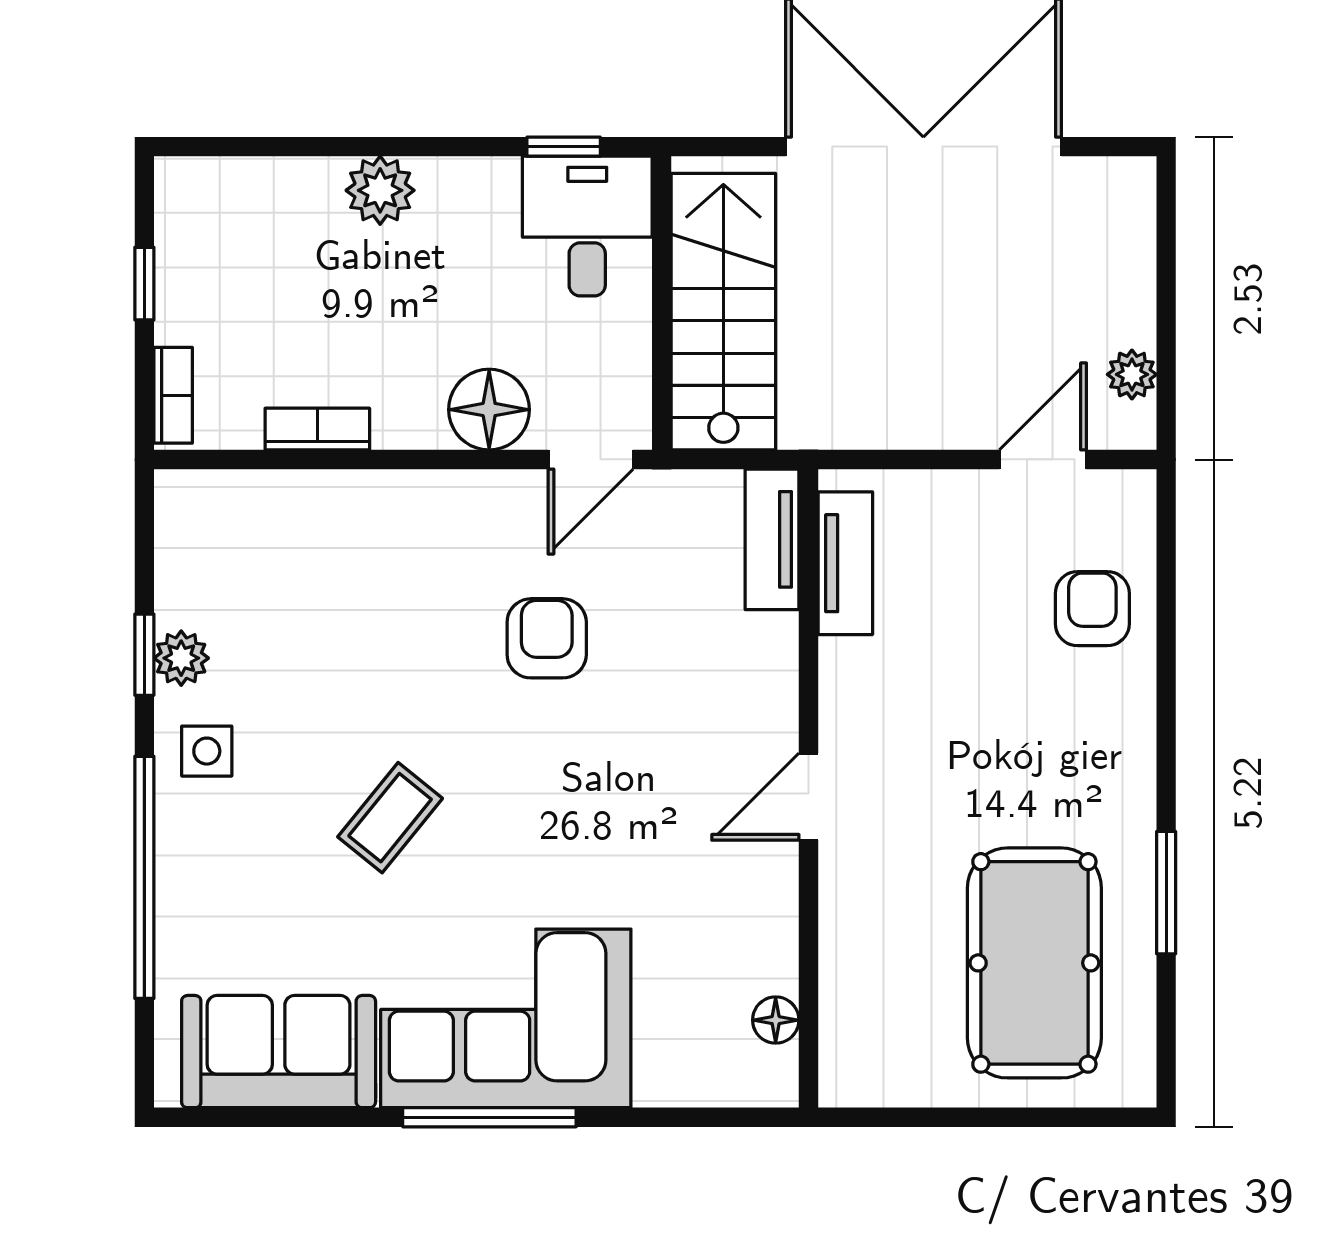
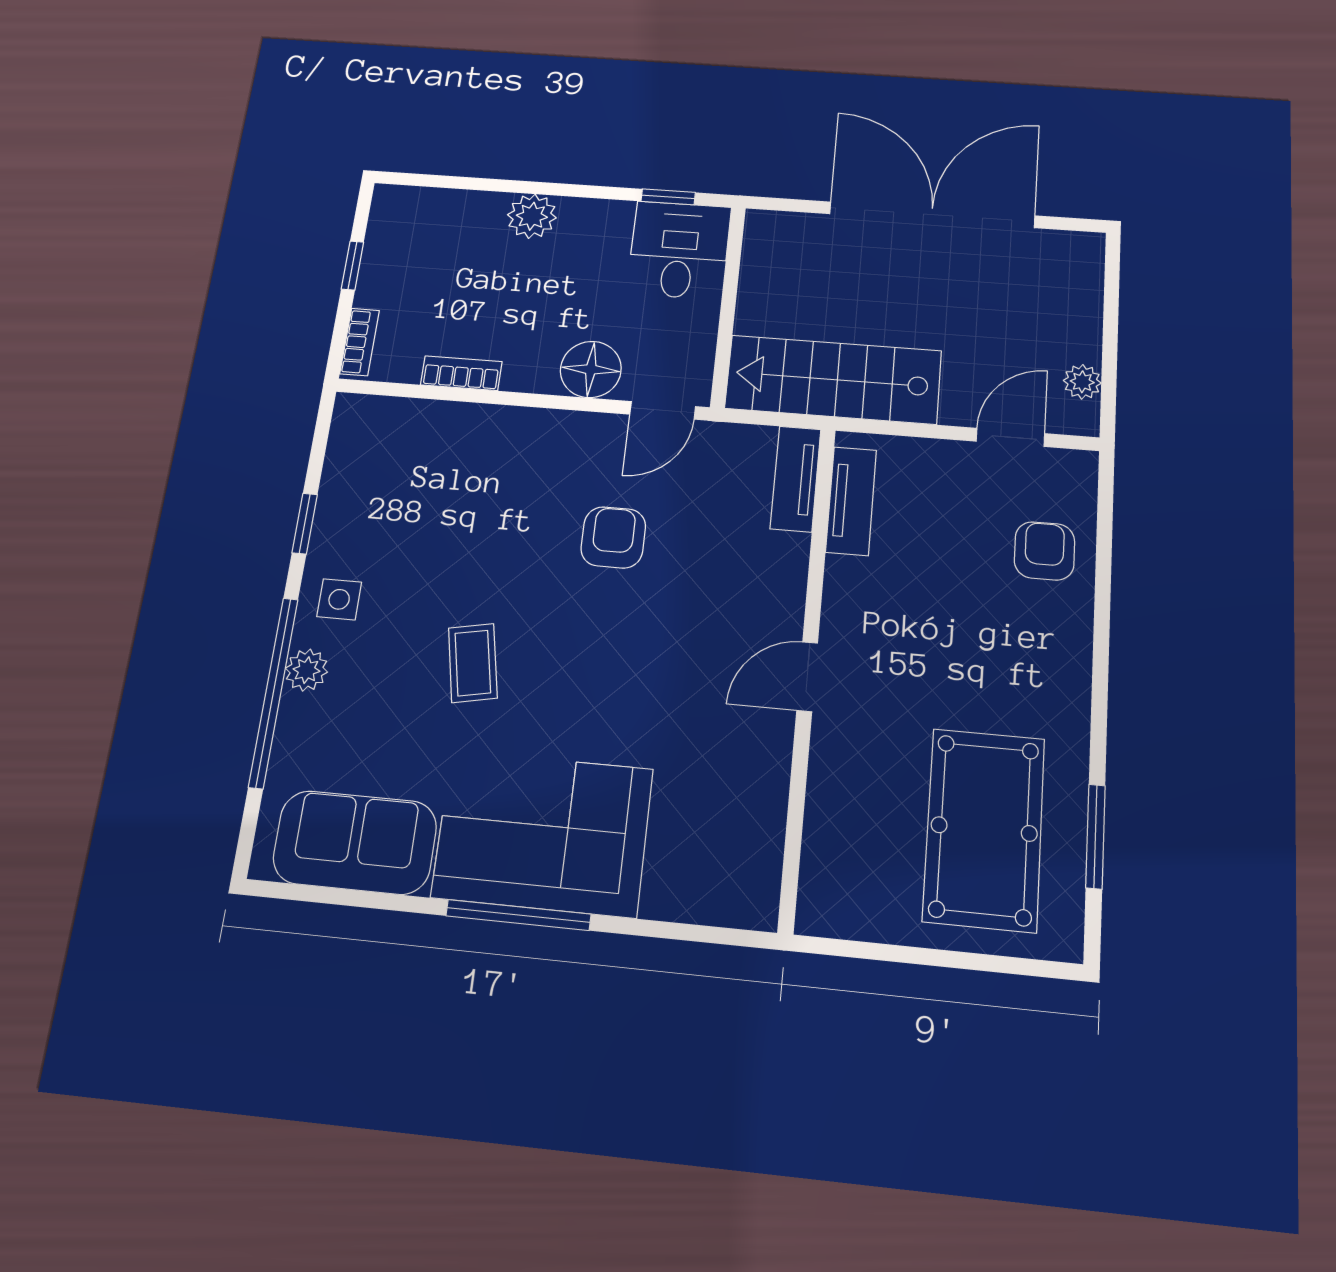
stairs: (723, 312) -> (833, 380), moved, turned -90
plant: (181, 658) -> (307, 670), moved
coffee table: (390, 818) -> (473, 663), turned -50
window: (1166, 893) -> (1095, 836), moved
floor lamp: (776, 1020) -> (764, 856), removed

